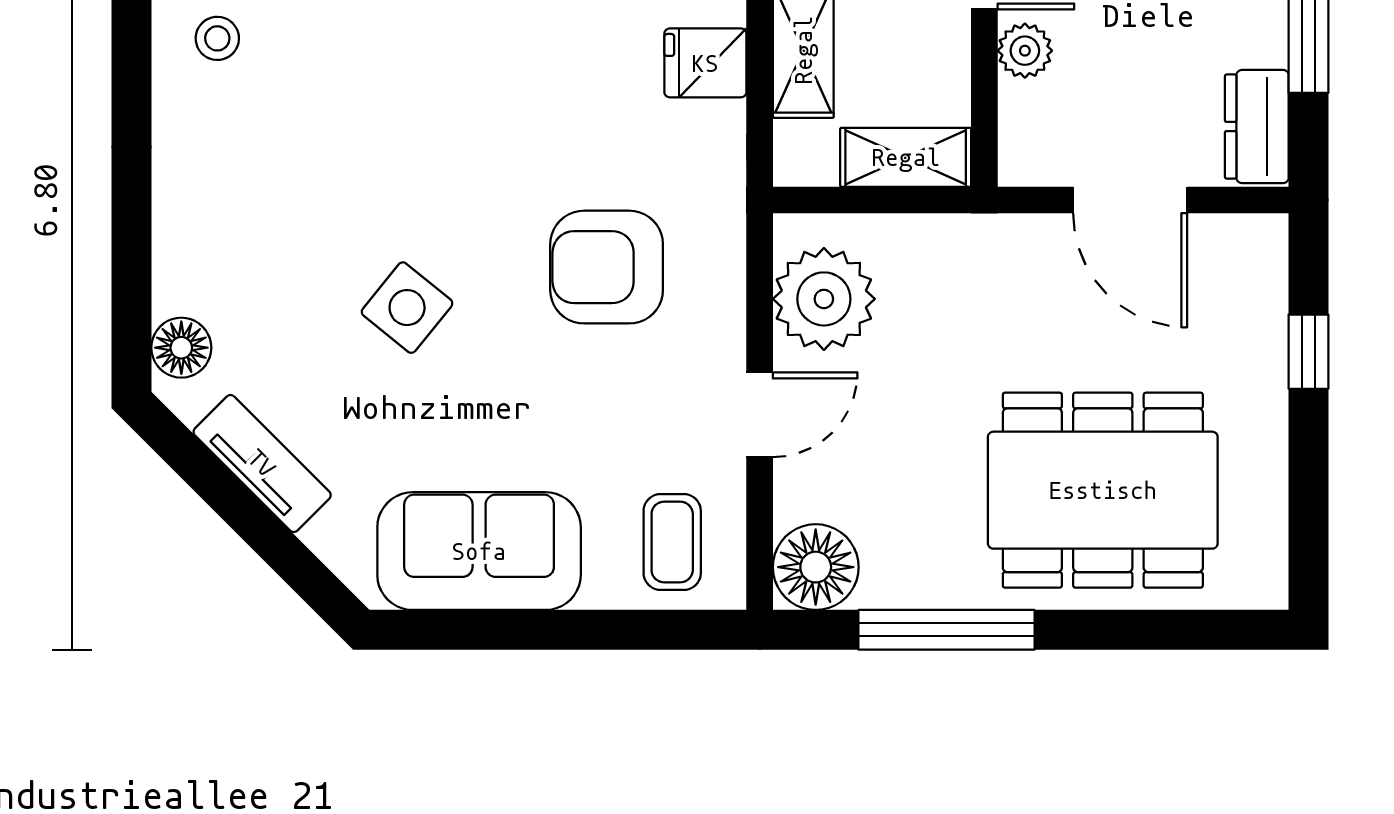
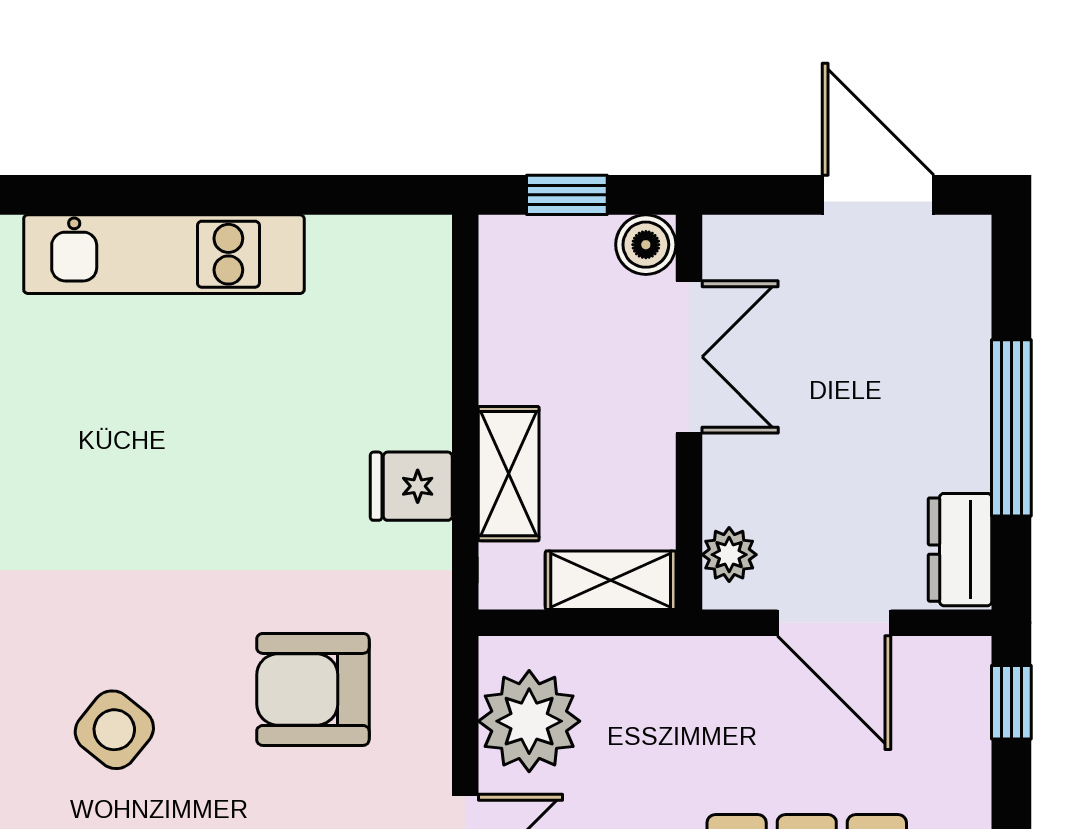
plant: (1025, 51) -> (729, 555), moved
window: (1308, 352) -> (1011, 702), moved

